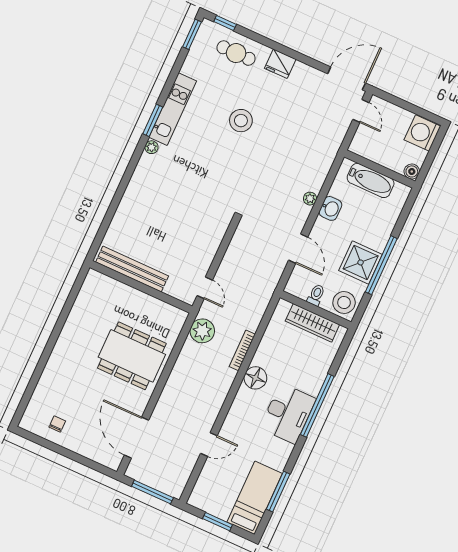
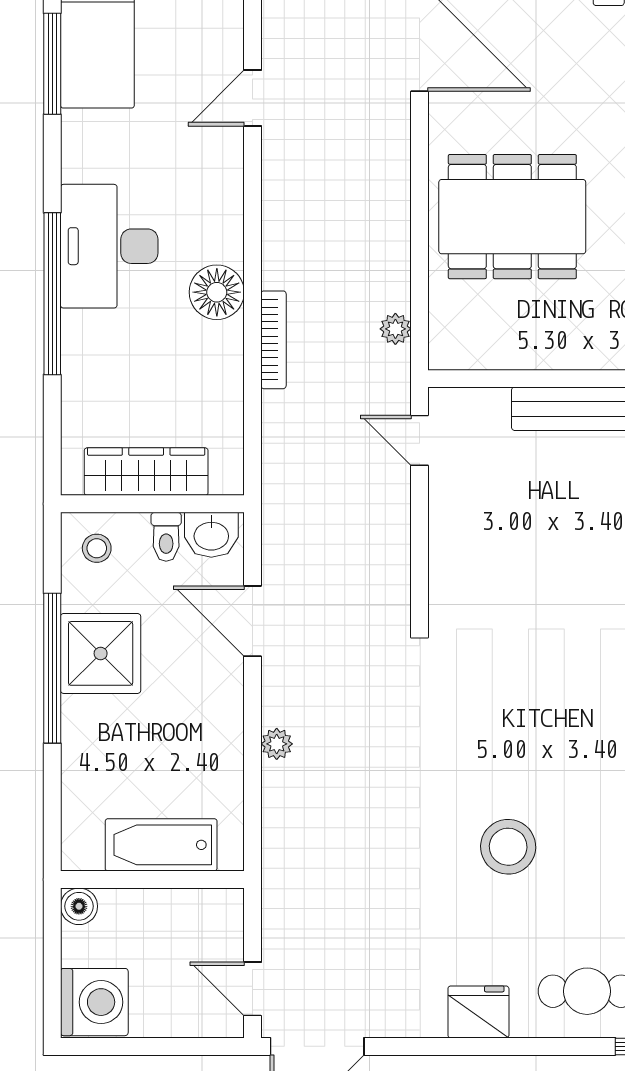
washbasin: (330, 208) -> (211, 535), moved, turned -90
stool: (344, 303) -> (97, 548), width x0.53, depth x0.53
plant: (202, 331) -> (395, 329), width x0.53, depth x0.53

